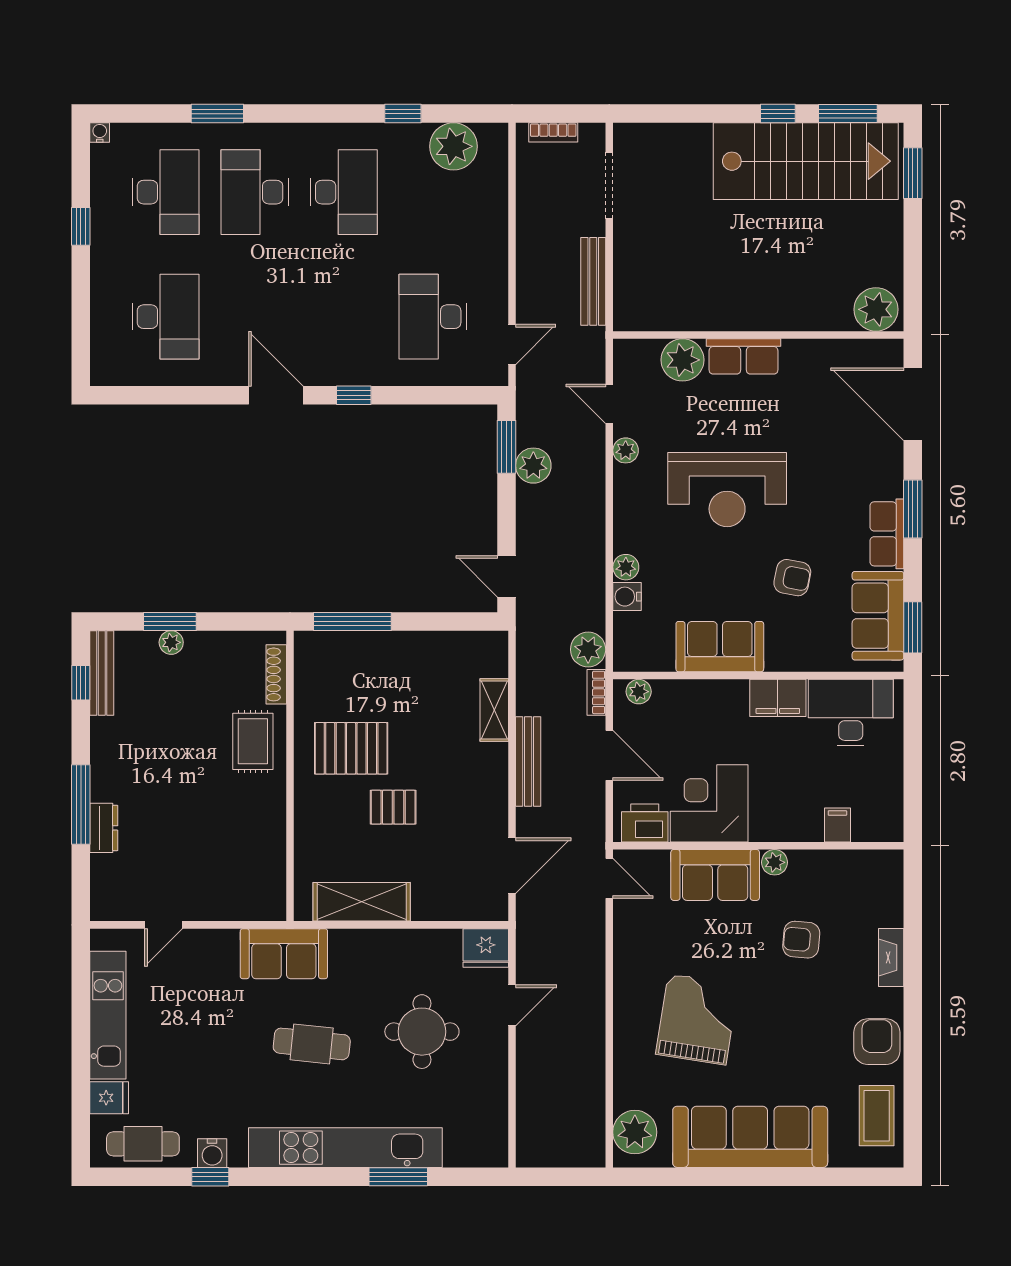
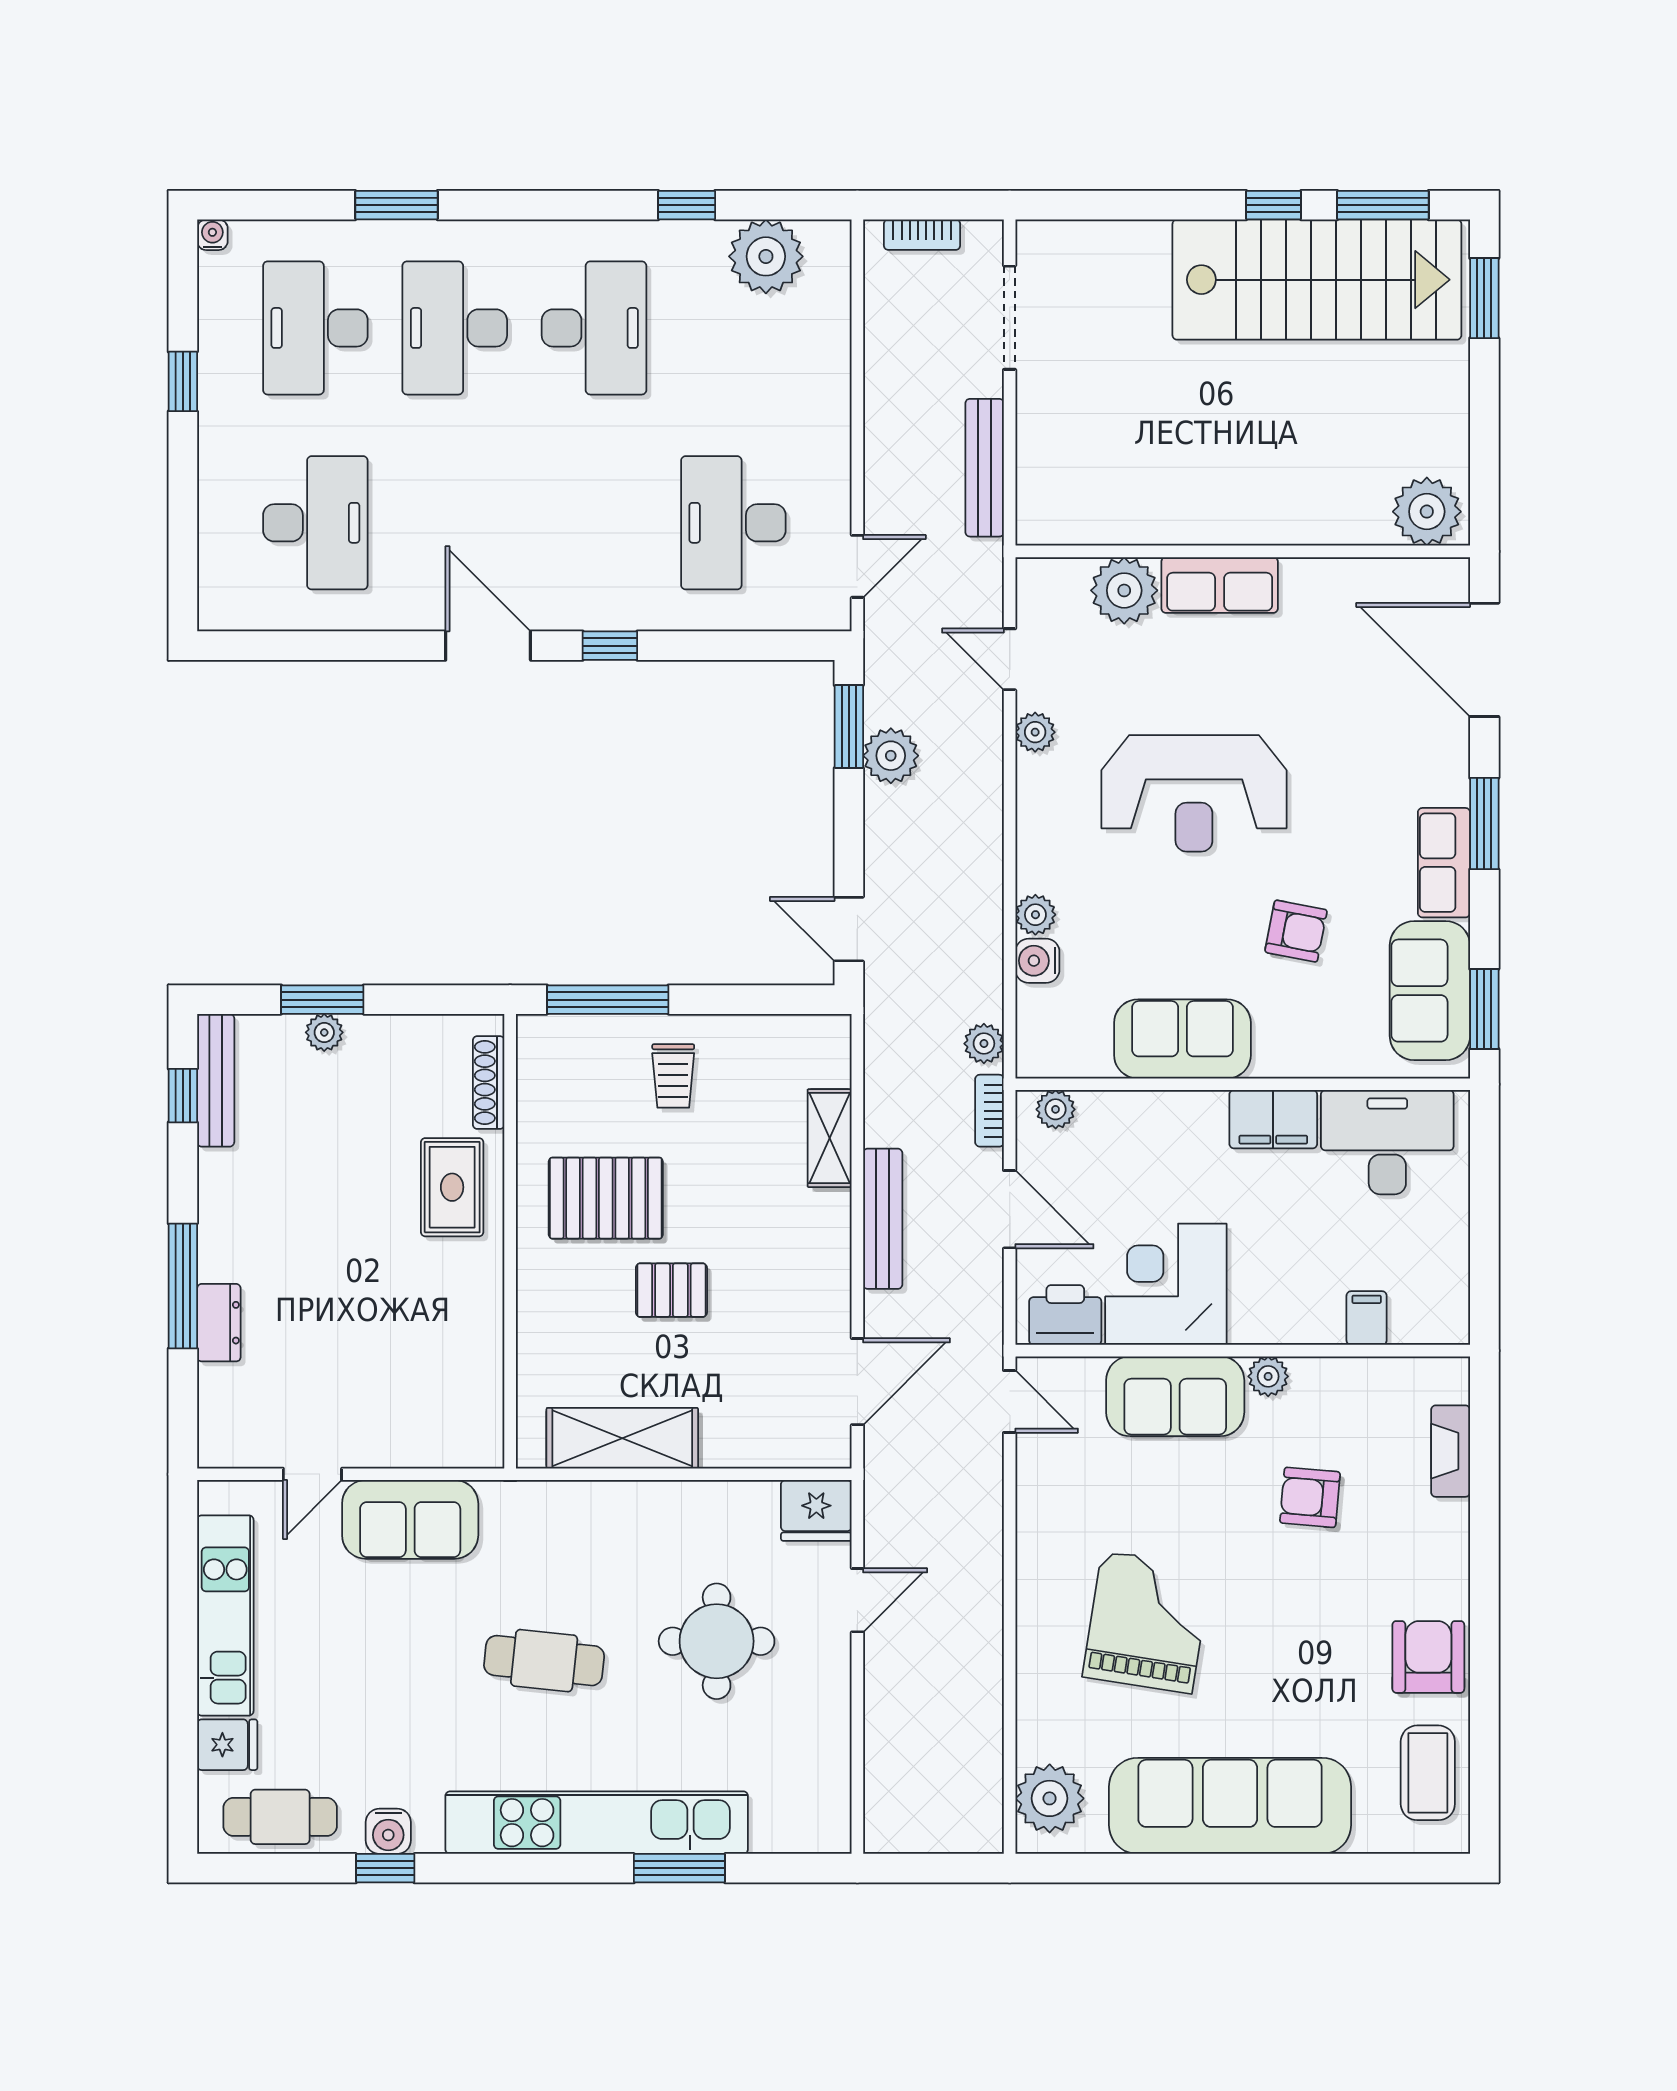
desk: (166, 192) -> (315, 328), turned 180
plant: (588, 650) -> (984, 1044), width x0.73, depth x0.73
trolley: (394, 670) -> (673, 1076), added
sofa: (284, 954) -> (410, 1519), moved
fireplace: (891, 957) -> (1451, 1451), moved

